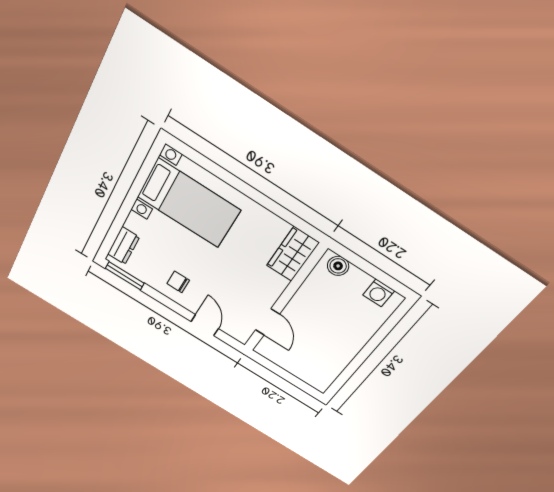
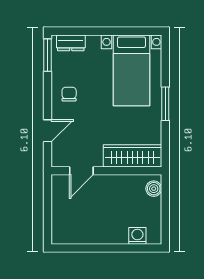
window: (249, 191) -> (165, 104), added
wardrobe: (293, 254) -> (132, 156), width x1.50
washing machine: (379, 293) -> (137, 236), moved, turned 90

